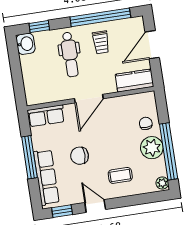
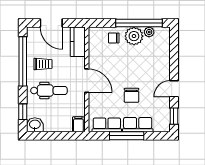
filing cabinet: (34, 97) -> (78, 124), added
row of seats: (46, 116) -> (107, 125), moved, turned -90
coffee table: (120, 175) -> (152, 65), removed
row of seats: (46, 177) -> (138, 125), width x0.68
plant: (162, 183) -> (149, 32), moved

